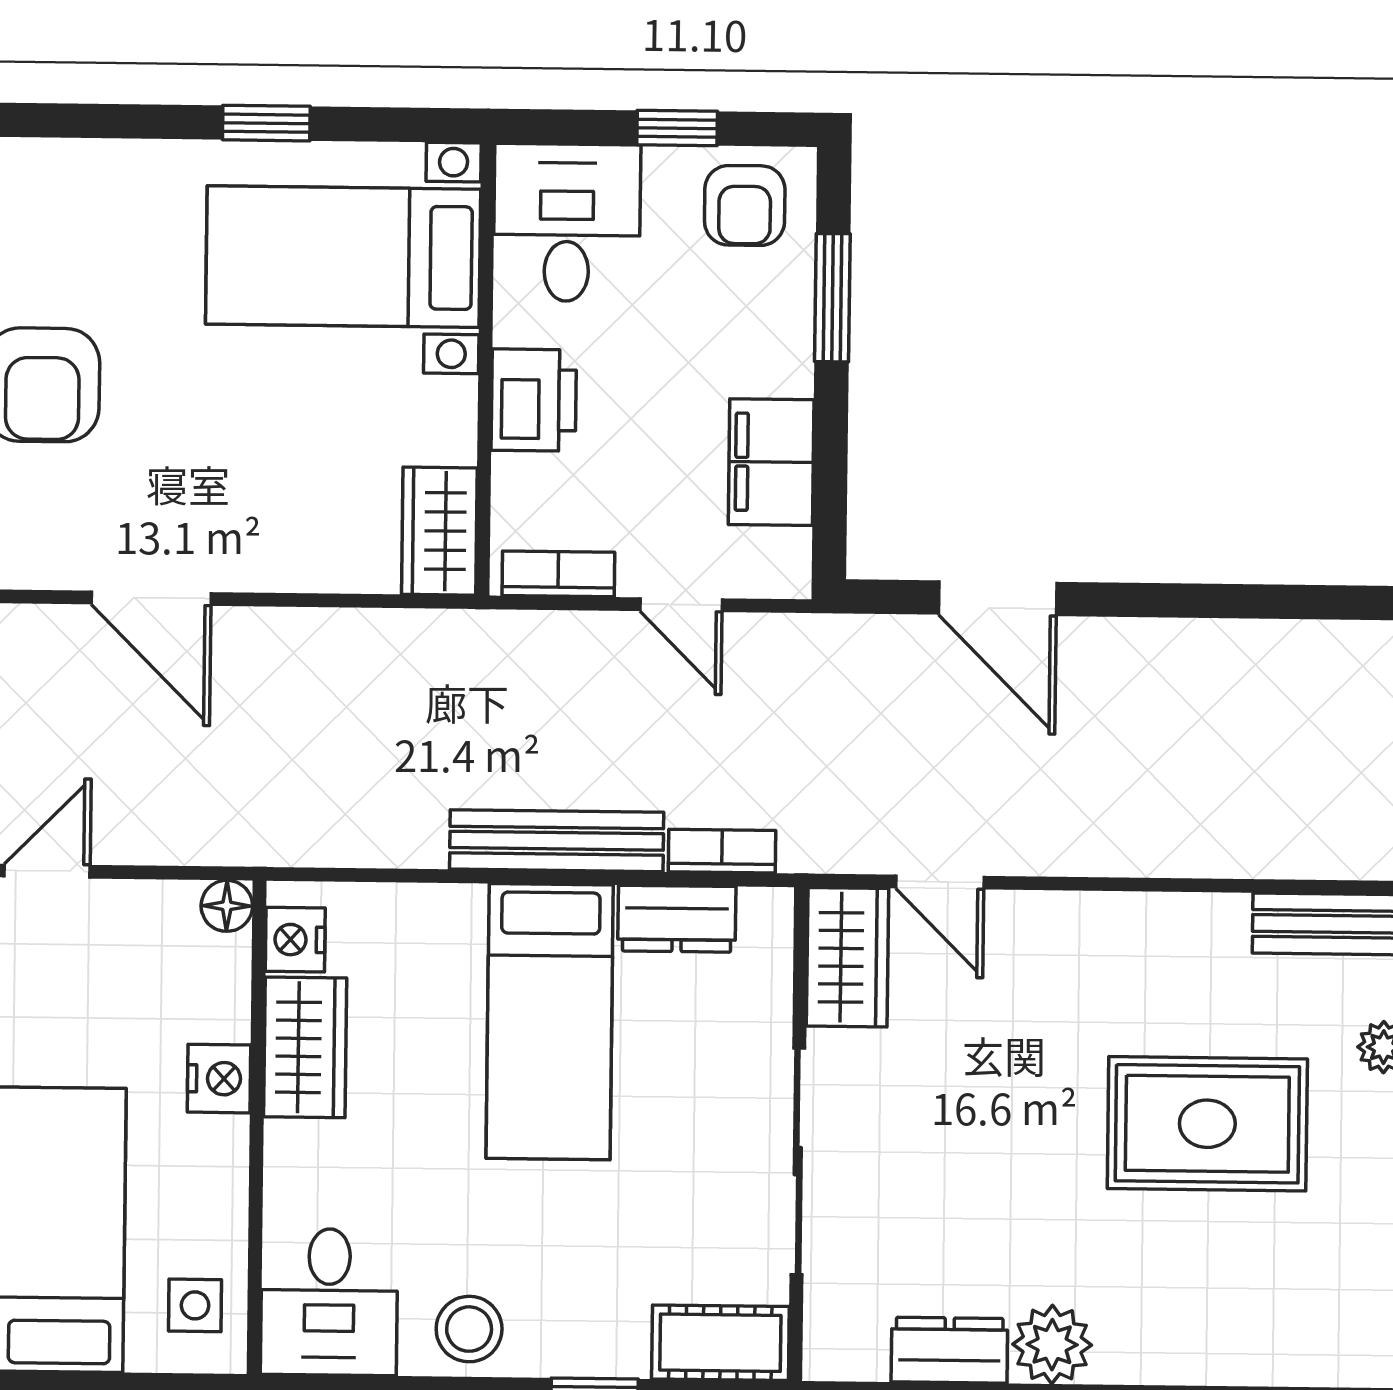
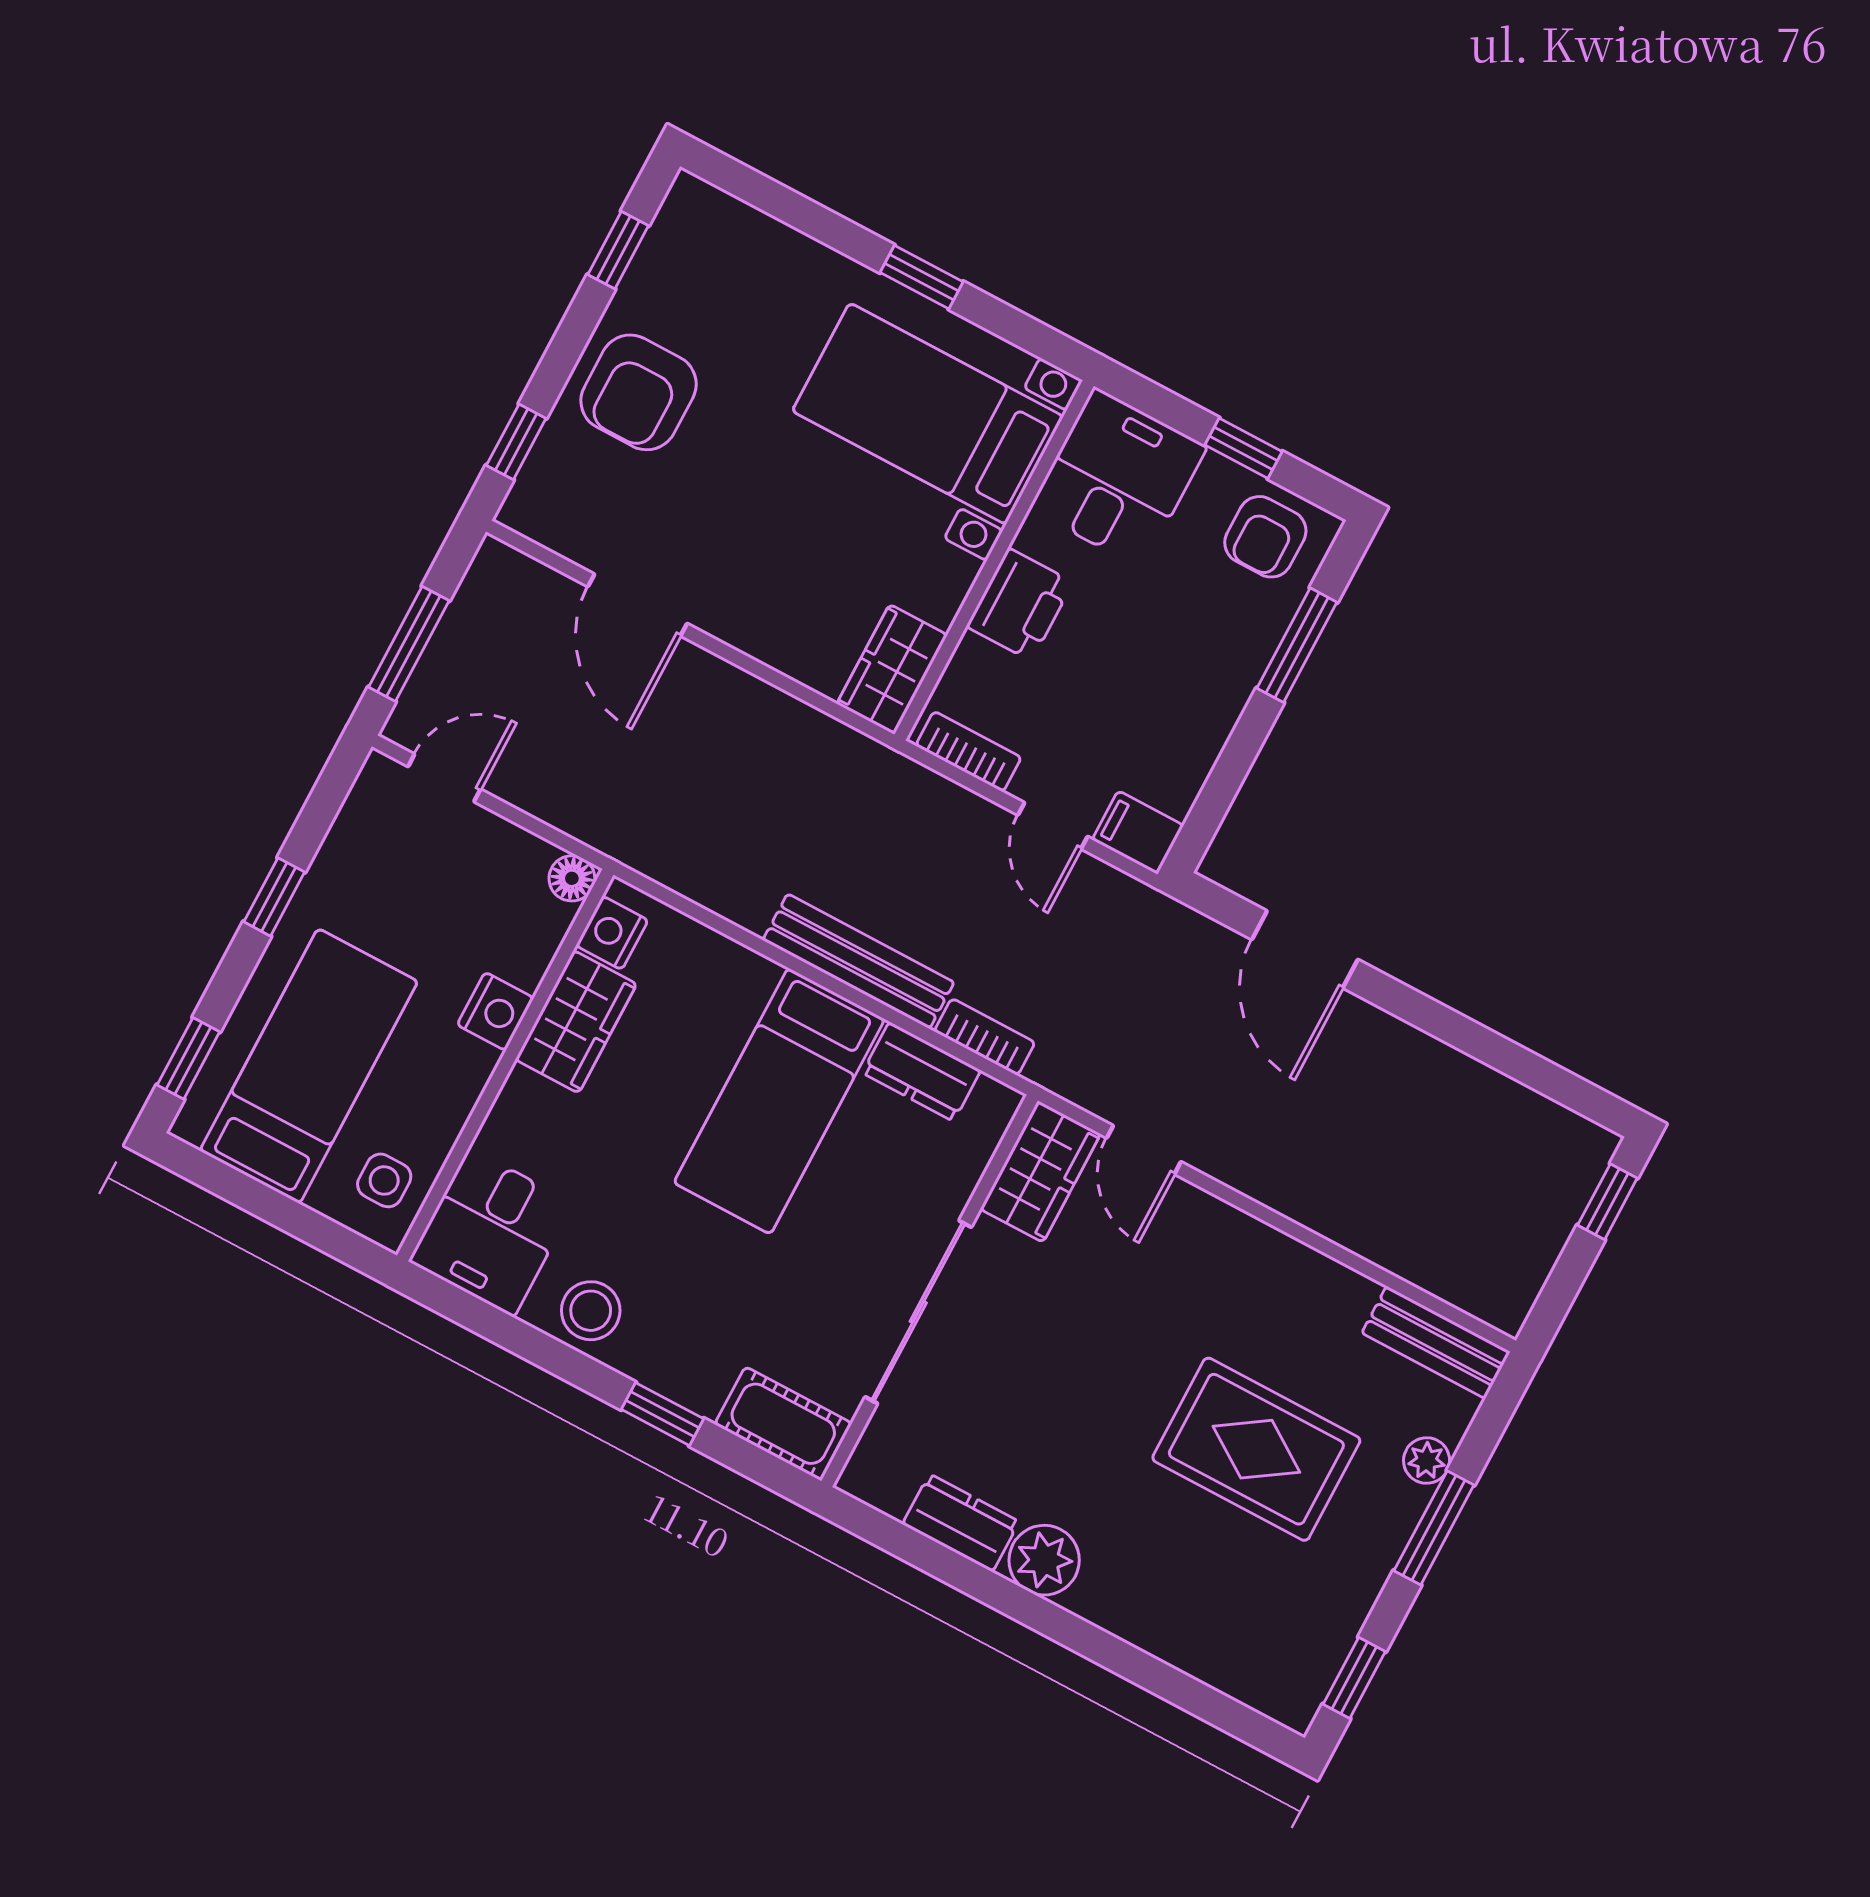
filing cabinet: (771, 462) -> (1138, 832), moved, width x0.50

